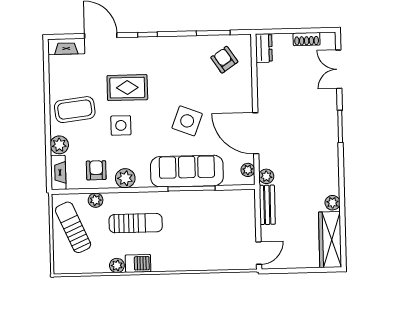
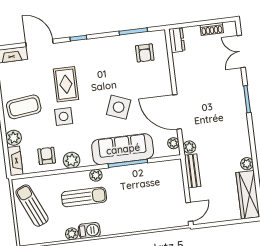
armchair: (224, 60) -> (145, 53), turned -146
rug: (127, 88) -> (66, 84), turned 90
plant: (96, 200) -> (96, 175), moved

